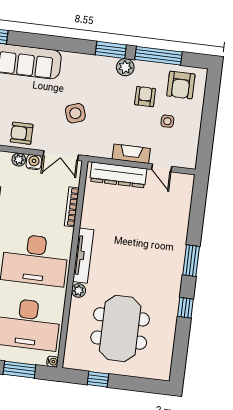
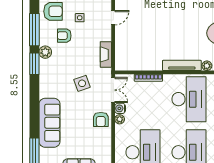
fireplace: (131, 154) -> (106, 54), moved
dresser: (118, 175) -> (122, 48), removed

